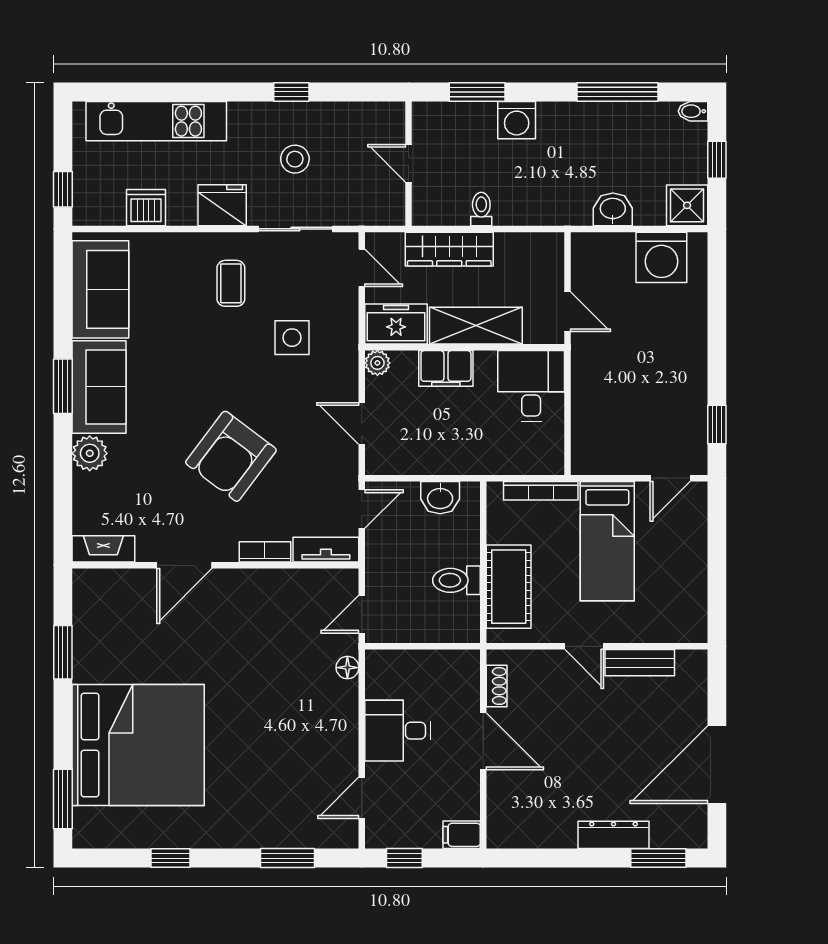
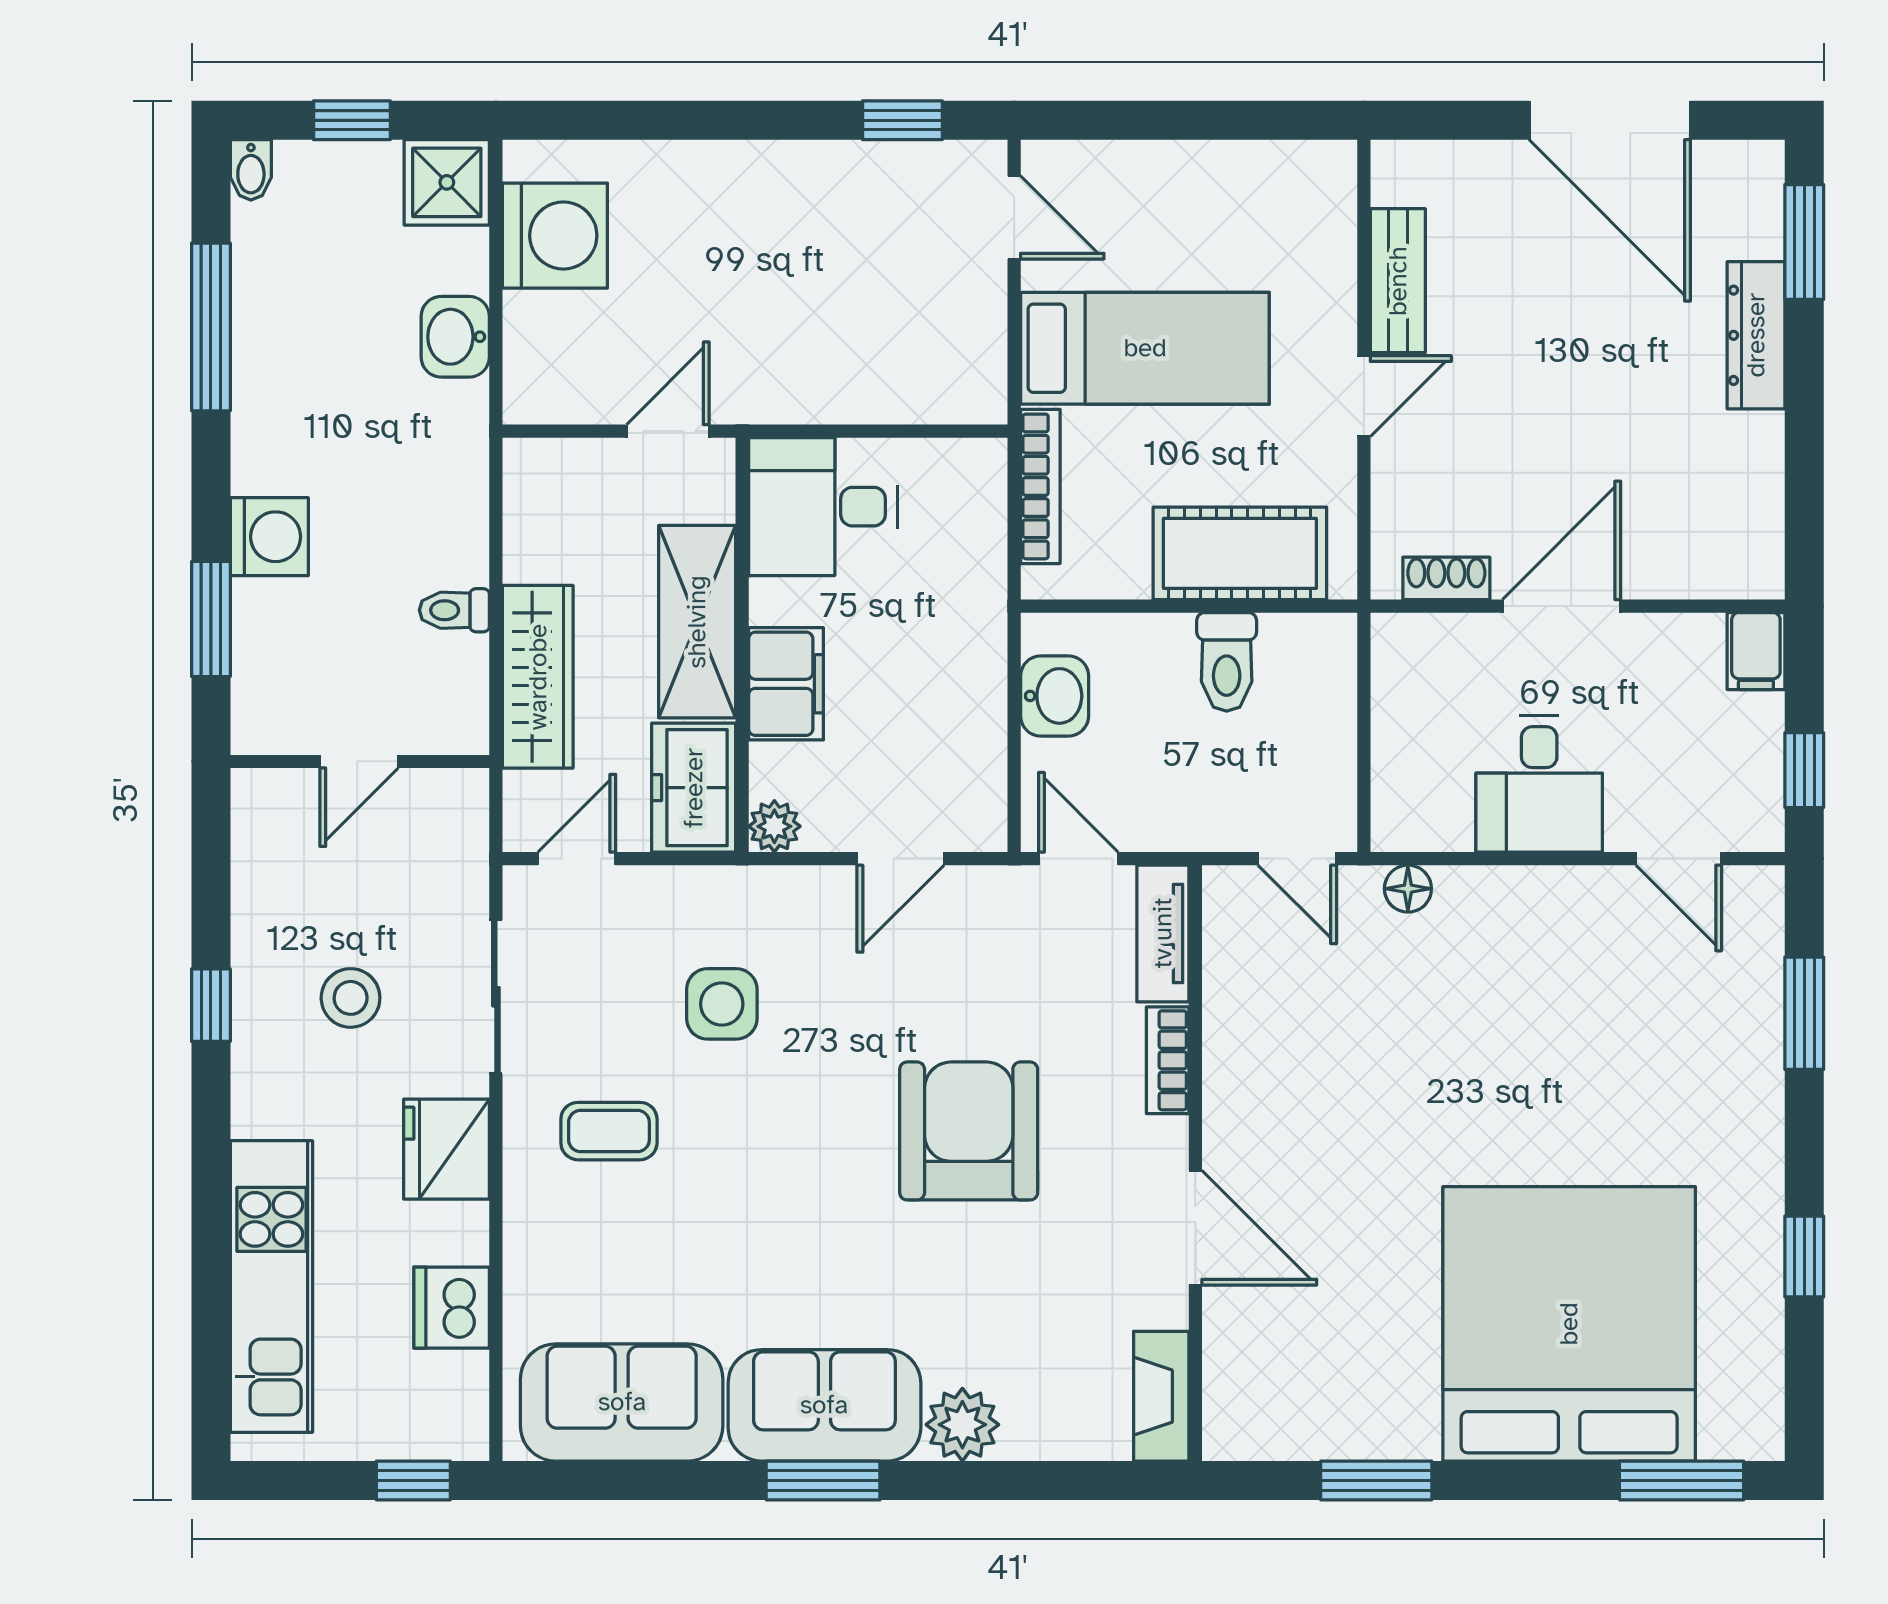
armchair: (231, 456) -> (969, 1131), turned -127

